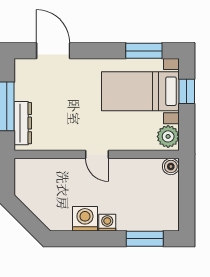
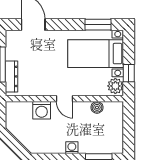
window: (187, 91) -> (129, 73), moved
boiler: (171, 166) -> (97, 107), moved
washing machine: (85, 219) -> (42, 110), moved, turned 180

